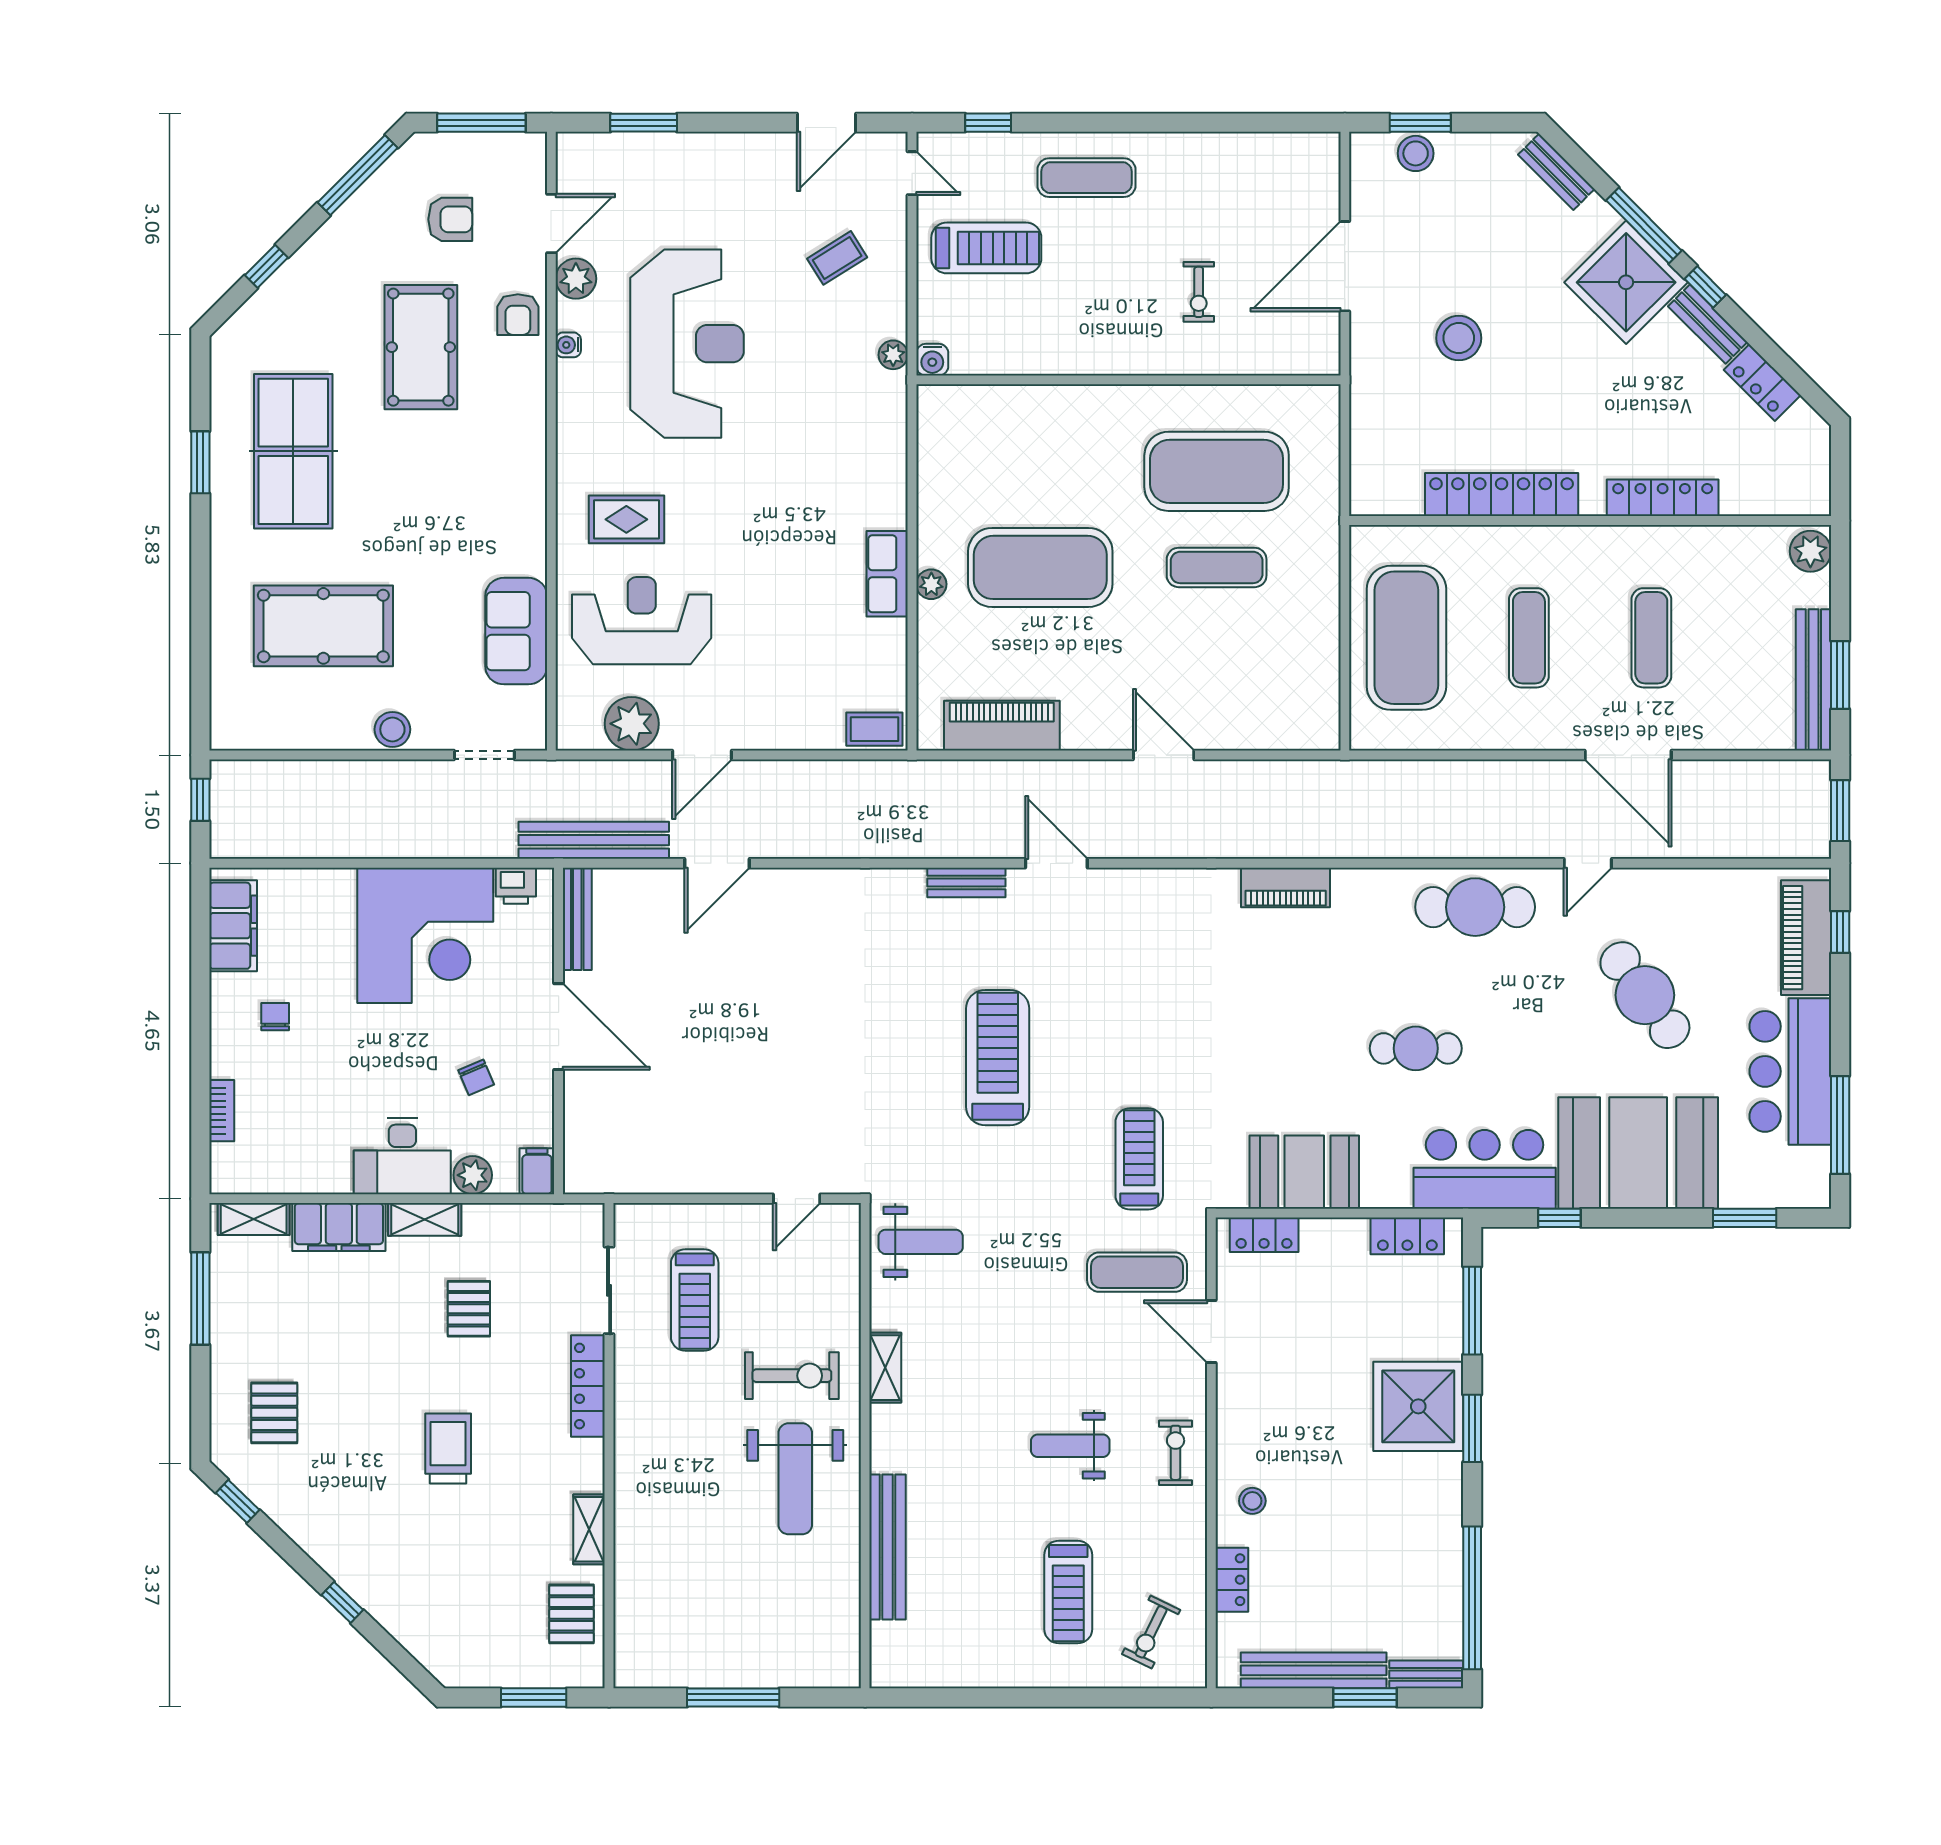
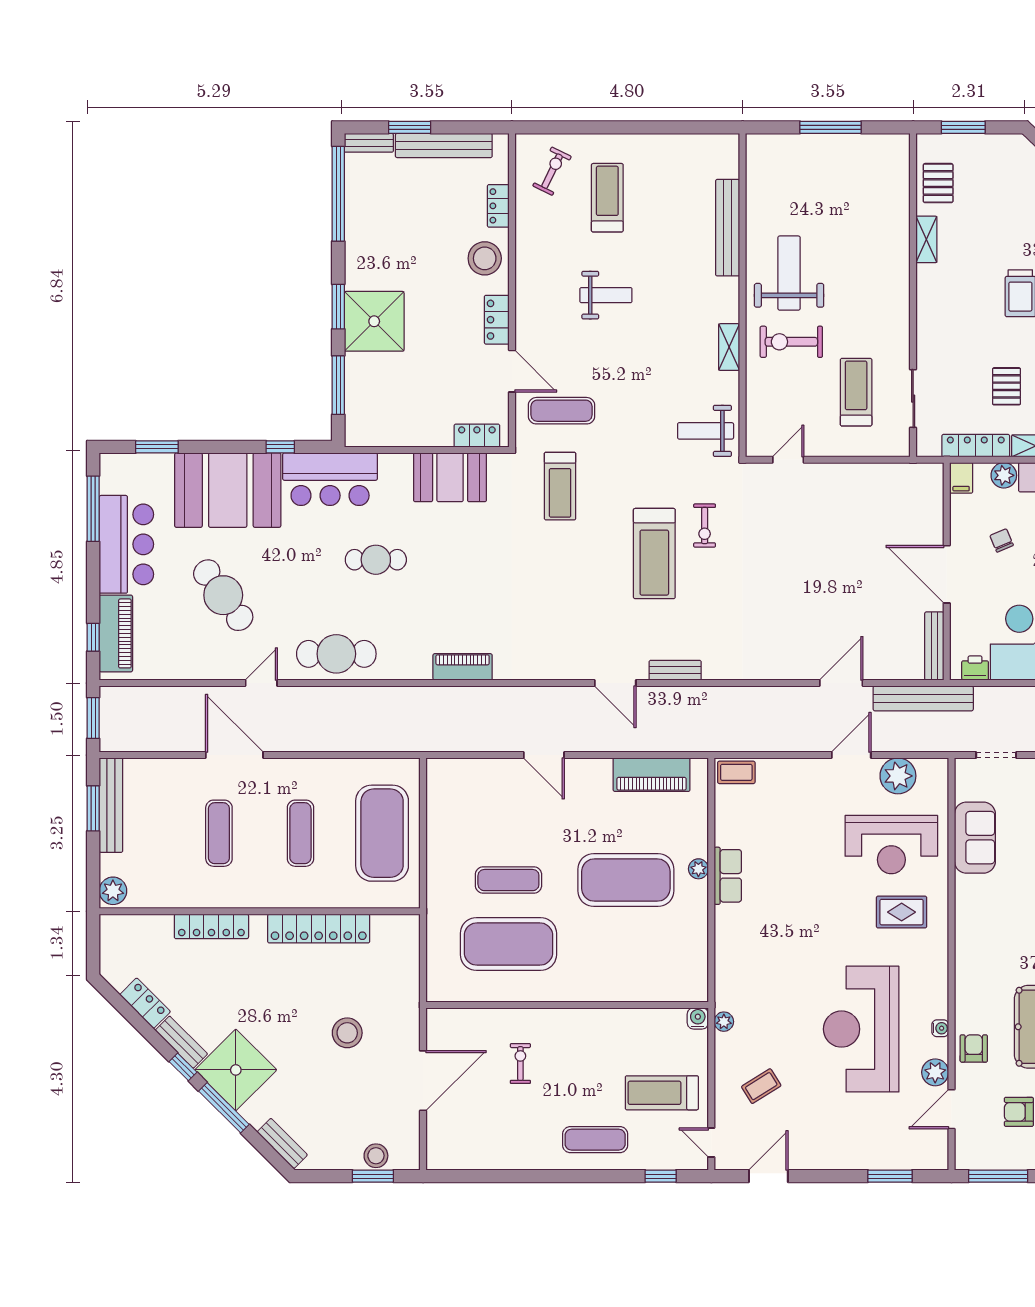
locker: (1407, 1236) -> (497, 320), moved, turned -90
locker: (588, 1386) -> (976, 446), moved, turned -90
exercise bike: (1176, 1453) -> (705, 526), moved
stool: (1252, 1501) -> (485, 258), width x1.89, depth x1.89

